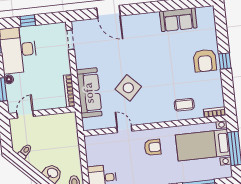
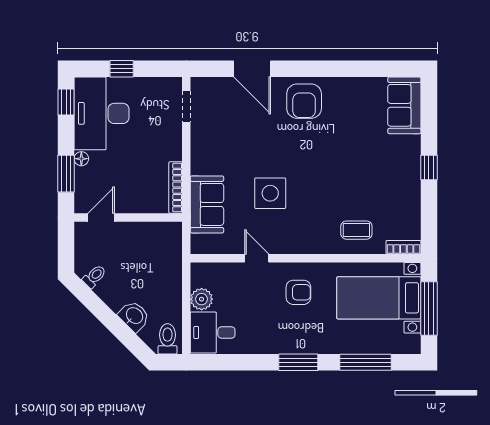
sofa: (178, 20) -> (404, 105), moved, turned 90
armchair: (205, 61) -> (304, 101), moved
side table: (128, 88) -> (270, 193), turned 45
sofa: (89, 93) -> (207, 204), width x0.73
plant: (93, 158) -> (202, 299), added

